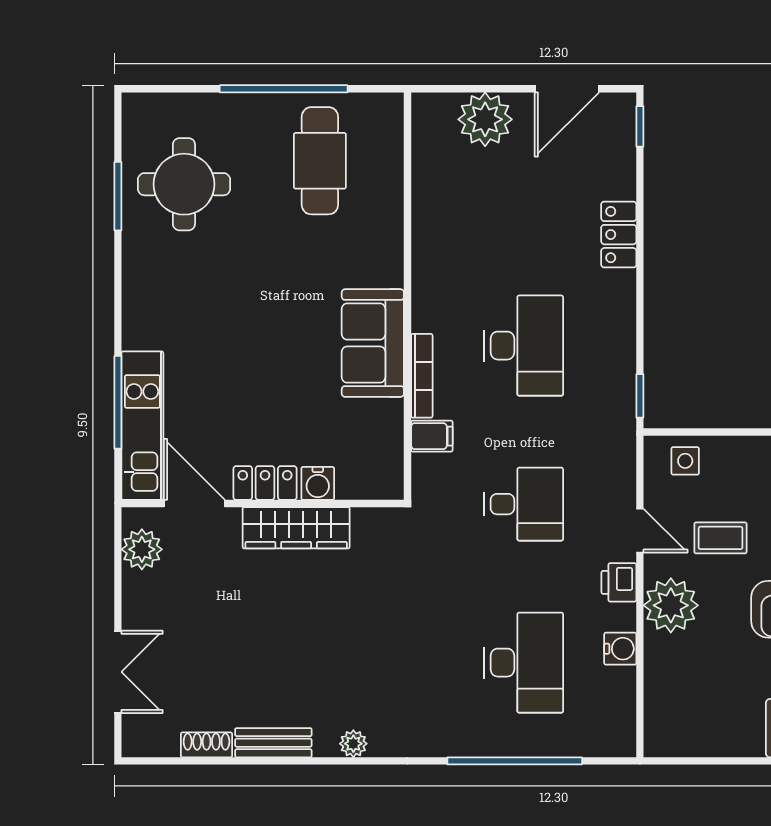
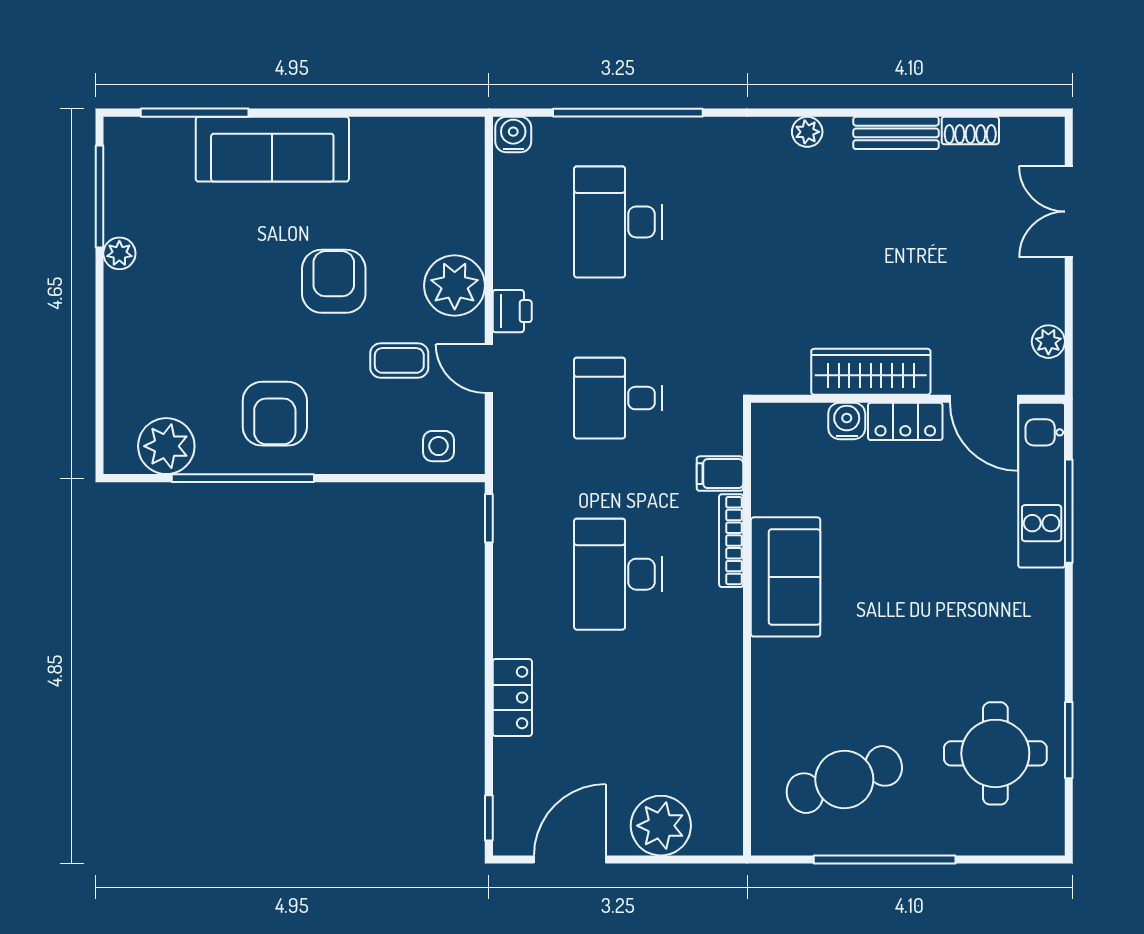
cafe table: (320, 161) -> (844, 780), turned 71
plant: (142, 549) -> (1048, 342), width x0.73, depth x0.73
water cooler: (620, 649) -> (513, 135), moved, turned 90

